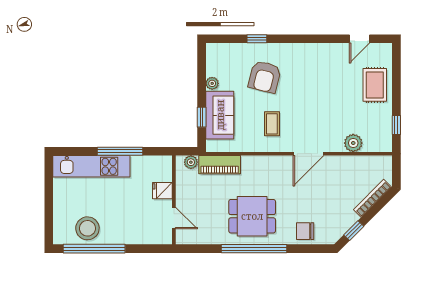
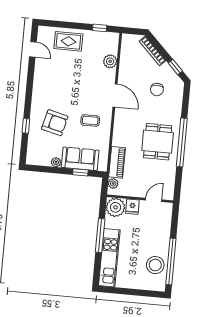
plant: (159, 168) -> (116, 207), added
chair: (305, 231) -> (157, 90), moved

